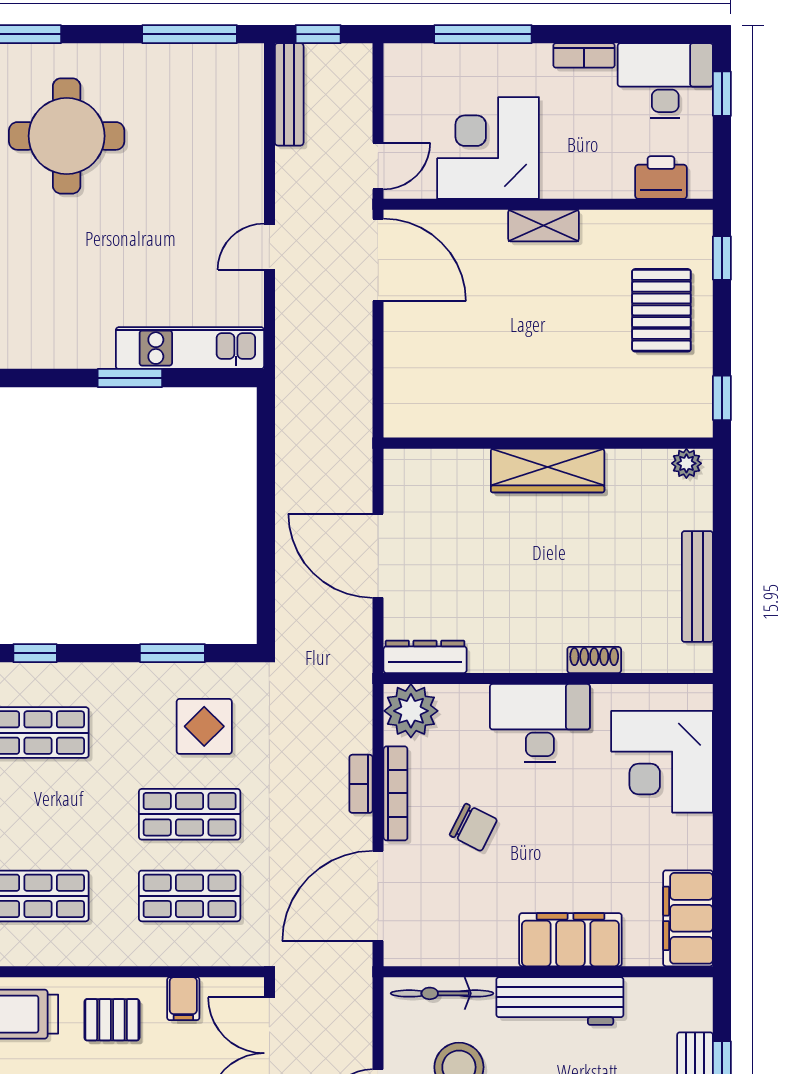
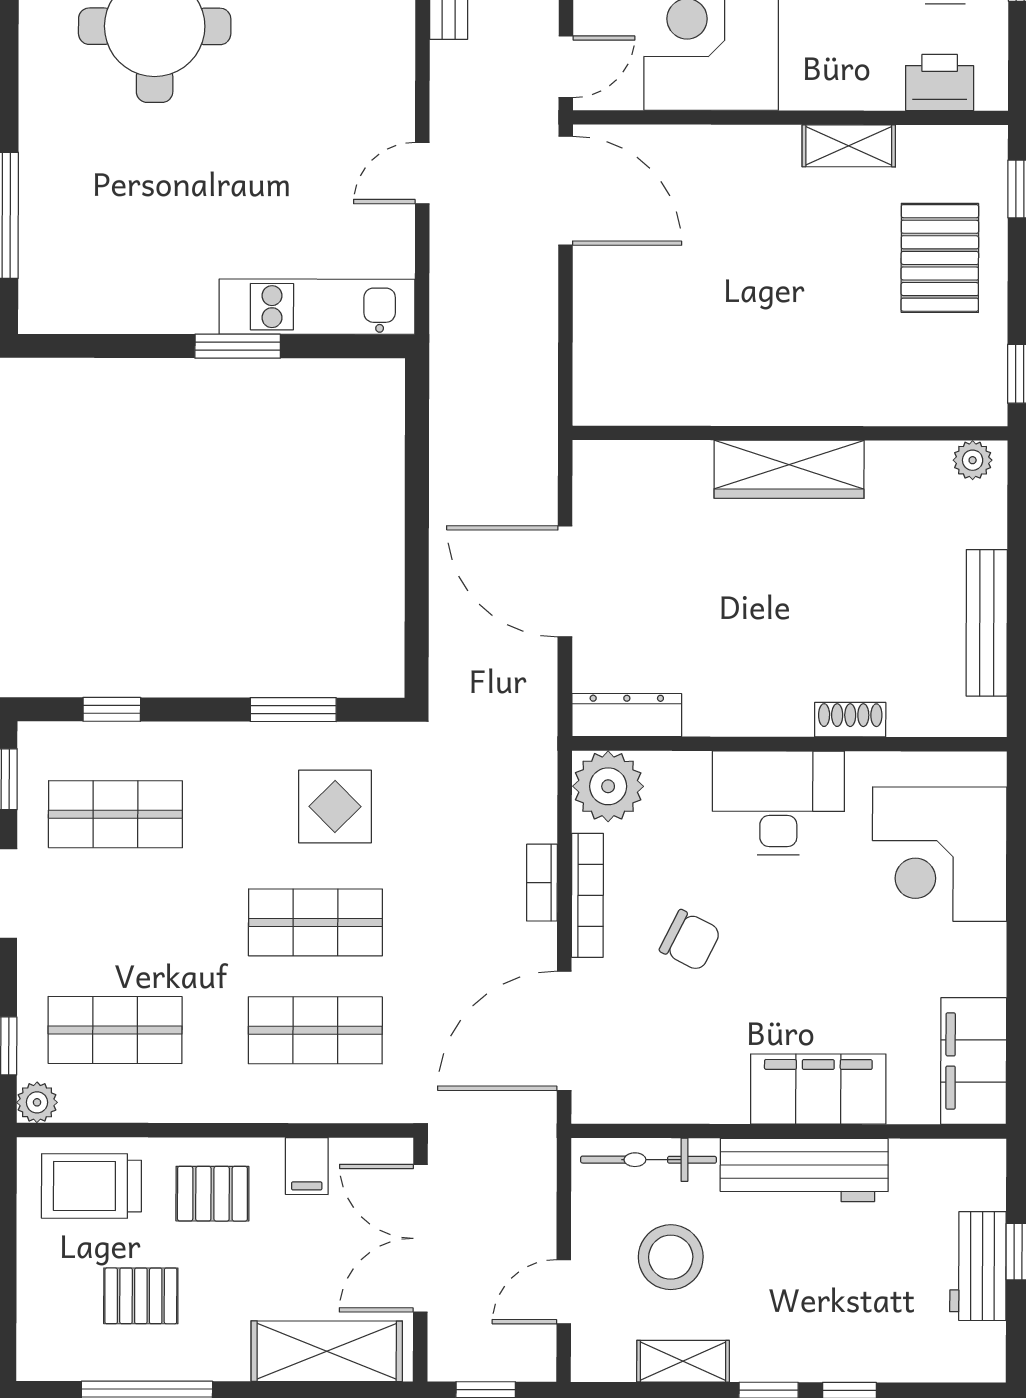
shelving: (544, 226) -> (849, 146), moved

